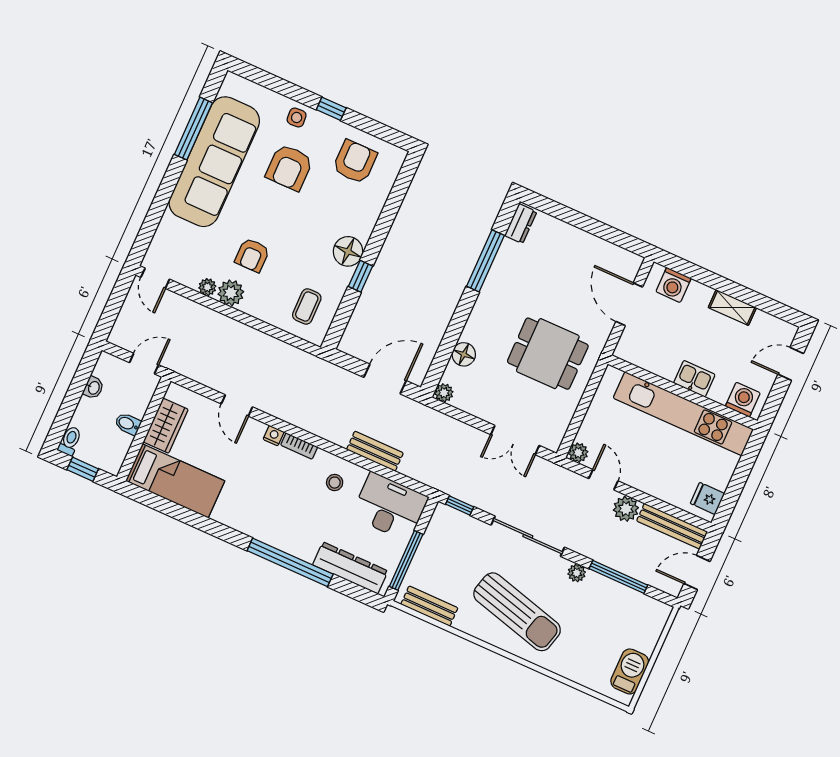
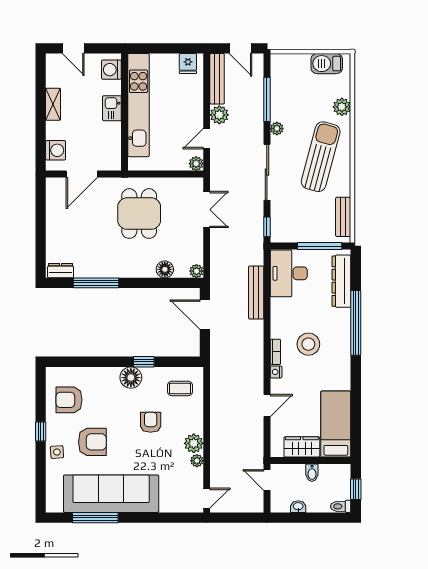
armchair: (252, 255) -> (151, 422), moved, turned -90
bench: (375, 451) -> (256, 293), width x1.36
stool: (335, 483) -> (308, 344), moved, width x1.89, depth x1.89
plant: (567, 666) -> (342, 107), added

